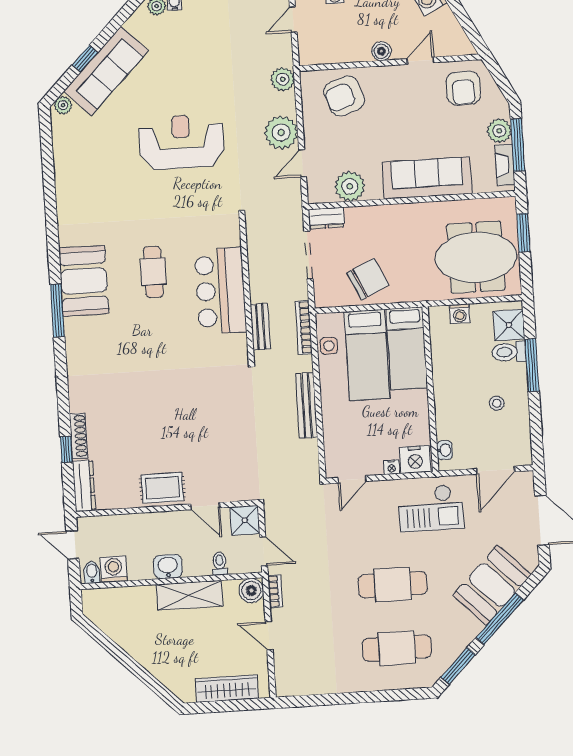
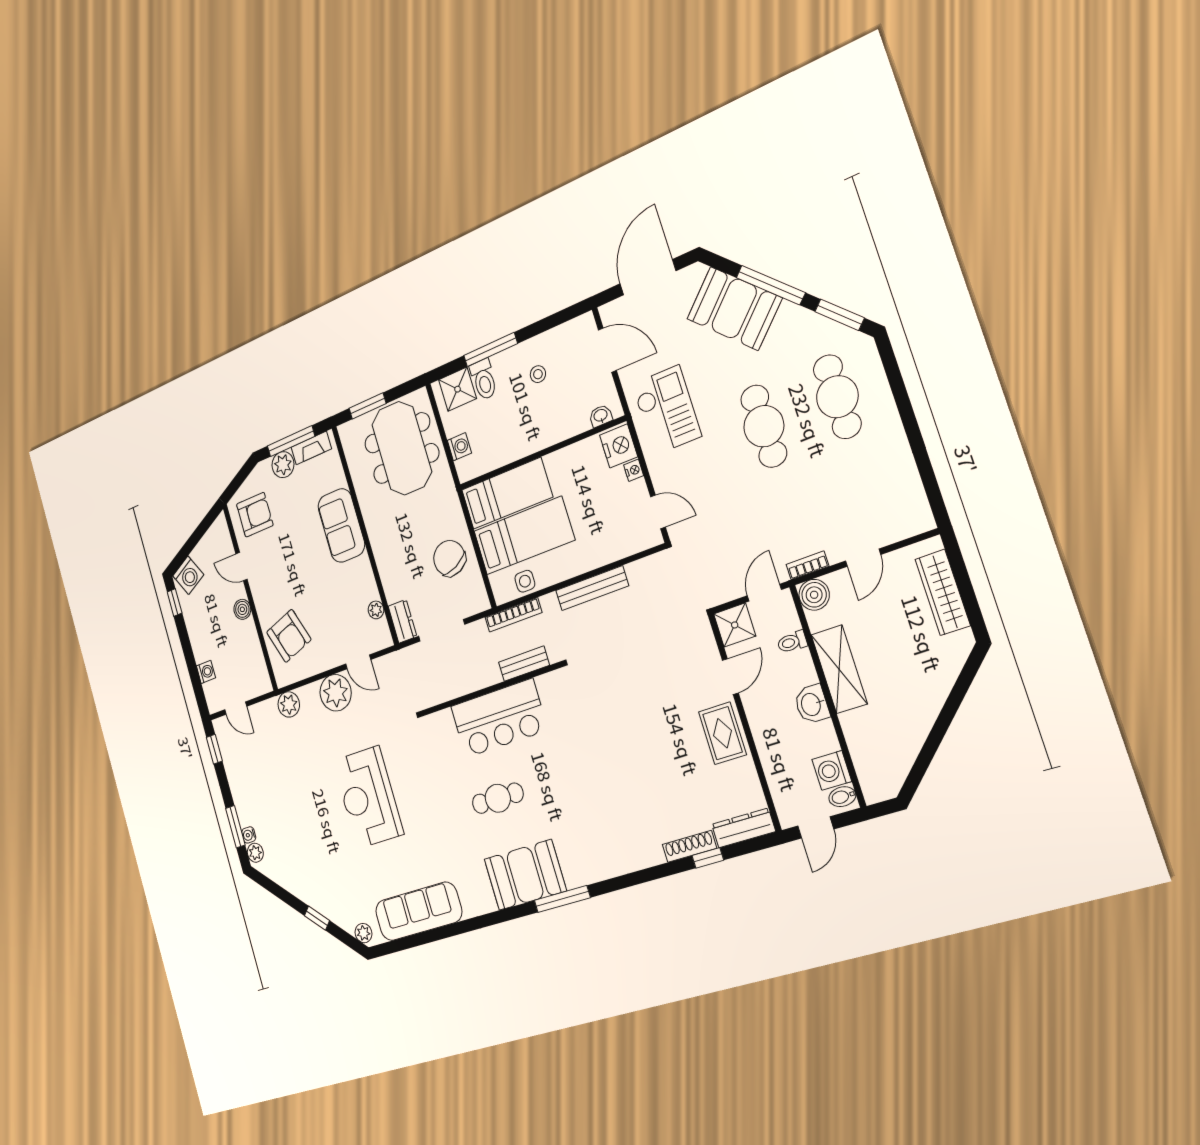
sofa: (106, 71) -> (418, 911), moved, turned -45
sofa: (427, 178) -> (341, 525), width x0.73
plant: (350, 186) -> (376, 610), width x0.53, depth x0.53

